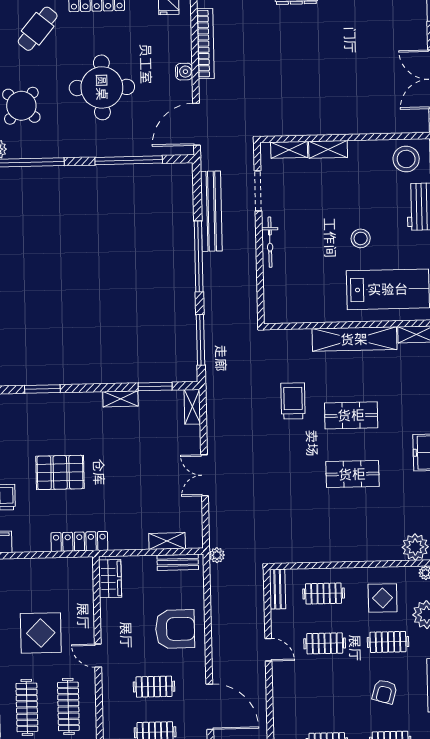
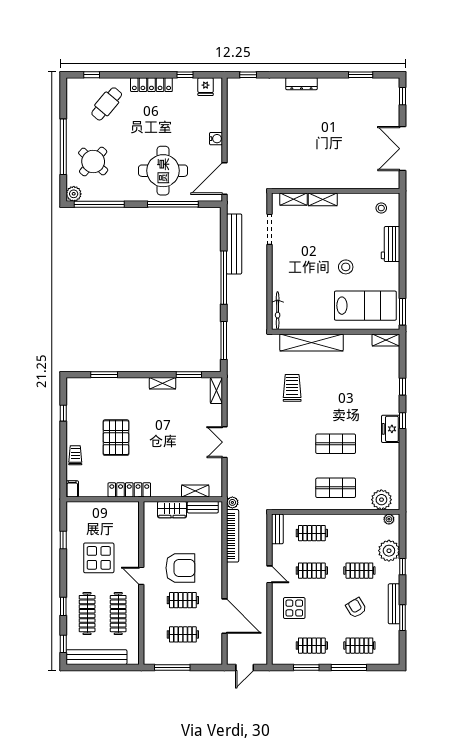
bookcase: (205, 44) -> (233, 536), moved
round table: (102, 87) -> (163, 171), moved
stool: (406, 159) -> (381, 208), width x0.53, depth x0.53
bicycle: (270, 242) -> (278, 311), moved
shelving: (354, 339) -> (312, 342), moved
shop shelf: (351, 415) -> (336, 488), moved
pallet: (60, 472) -> (116, 438), turned 90
wardrobe: (110, 579) -> (172, 510), moved, turned 90
display table: (383, 598) -> (294, 608), moved
armchair: (175, 629) -> (180, 568), moved
armchair: (385, 692) -> (356, 608), turned 133

